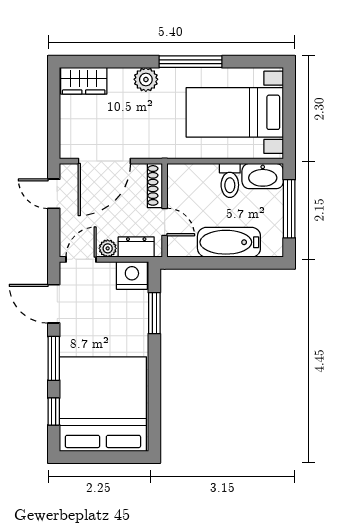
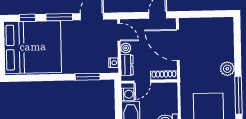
wardrobe: (84, 81) -> (226, 32), removed
washing machine: (185, 247) -> (128, 94), added
nightstand: (132, 275) -> (113, 63), width x0.53, depth x0.56

